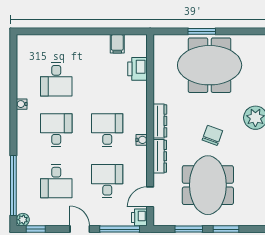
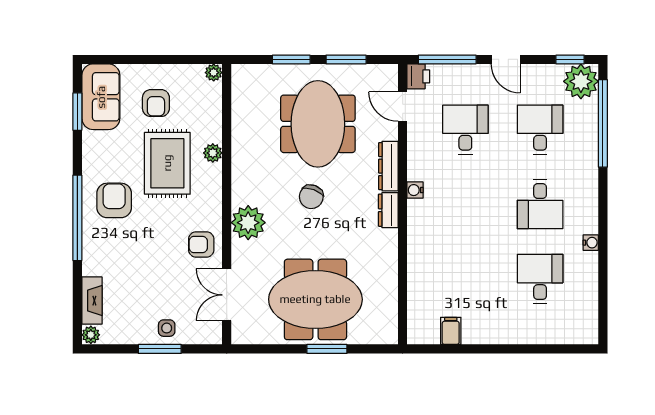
printer: (138, 69) -> (421, 294), removed
dresser: (160, 121) -> (388, 210), width x0.70
desk: (107, 130) -> (465, 204), removed
desk: (107, 181) -> (465, 130), turned 180
door: (150, 197) -> (403, 107), swing flipped
plant: (23, 220) -> (581, 81), width x1.87, depth x1.87

